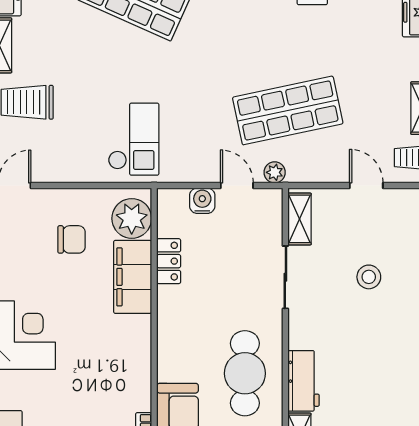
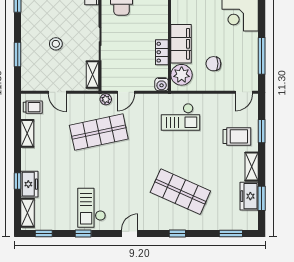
checkout: (134, 139) -> (180, 117), turned -90
door: (237, 185) -> (126, 92), hinge flipped
water cooler: (202, 201) -> (162, 84), moved

